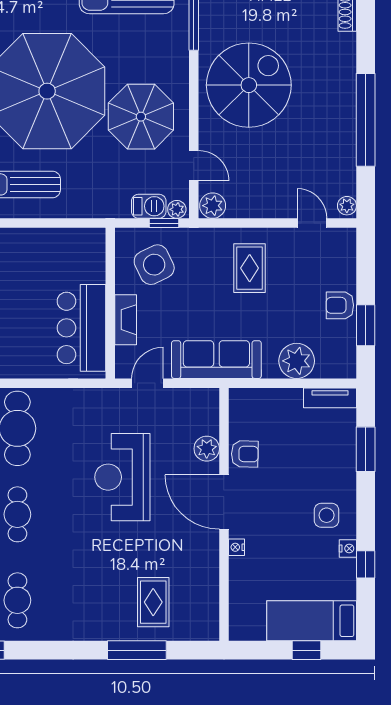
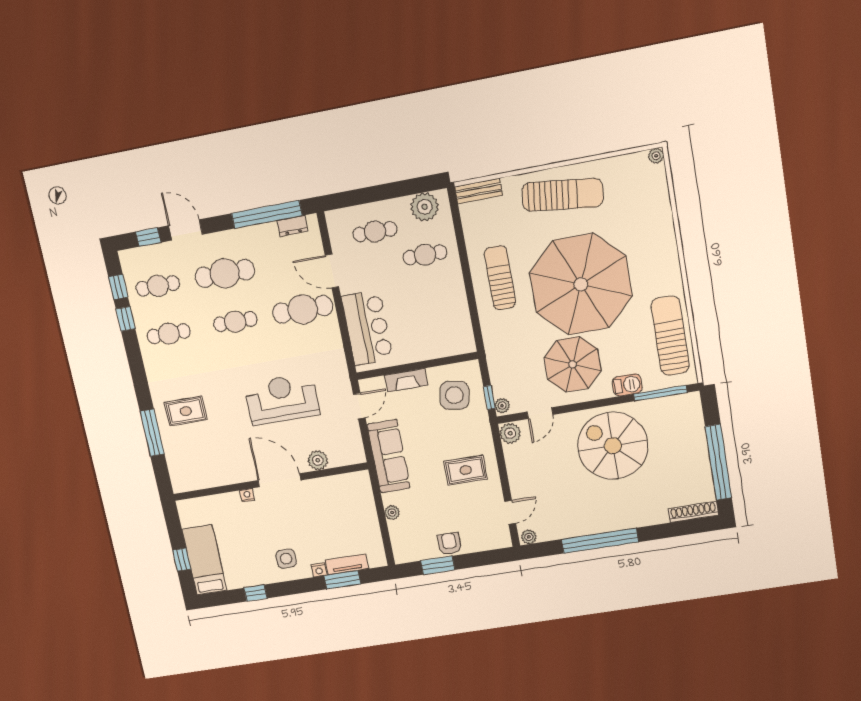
spiral stairs: (249, 85) -> (613, 446), turned 180
barbecue: (149, 206) -> (627, 385), moved, turned -90
side table: (154, 265) -> (454, 395), turned 36
bar counter: (81, 328) -> (367, 328), moved, turned 90
plant: (297, 361) -> (392, 512), width x0.53, depth x0.53
door: (147, 383) -> (359, 406), hinge flipped
tv unit: (330, 398) -> (347, 564), moved, turned 90
armchair: (245, 454) -> (320, 490), removed
door: (224, 502) -> (279, 480), hinge flipped
nightstand: (348, 548) -> (319, 570), moved
rug: (153, 602) -> (186, 411), moved

